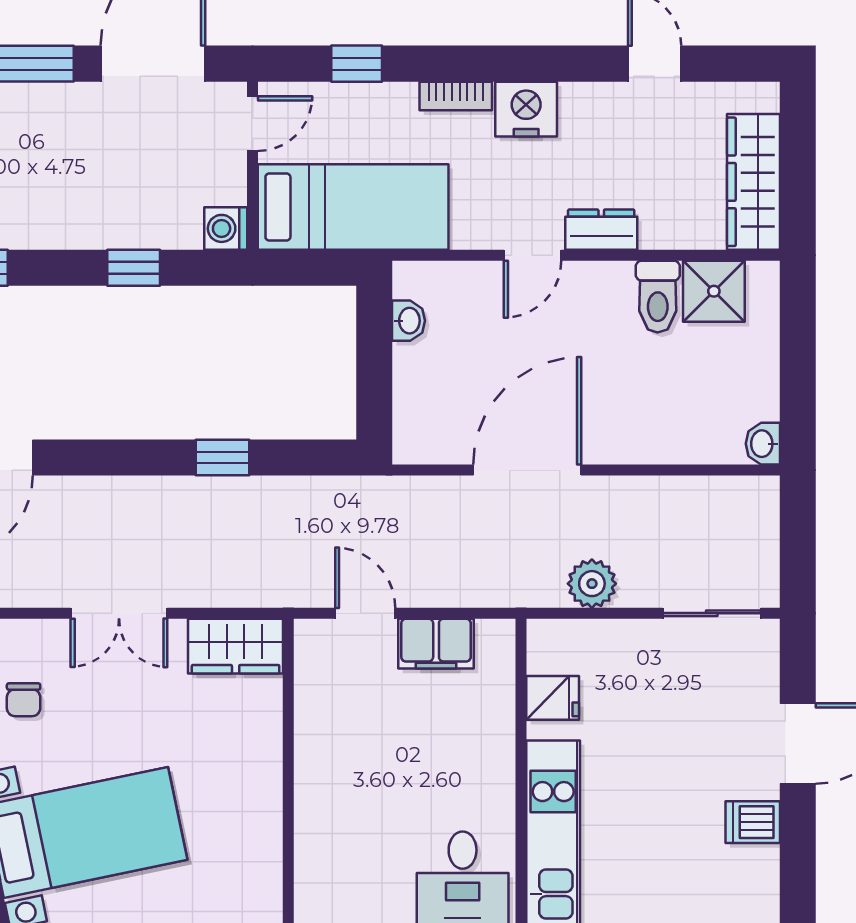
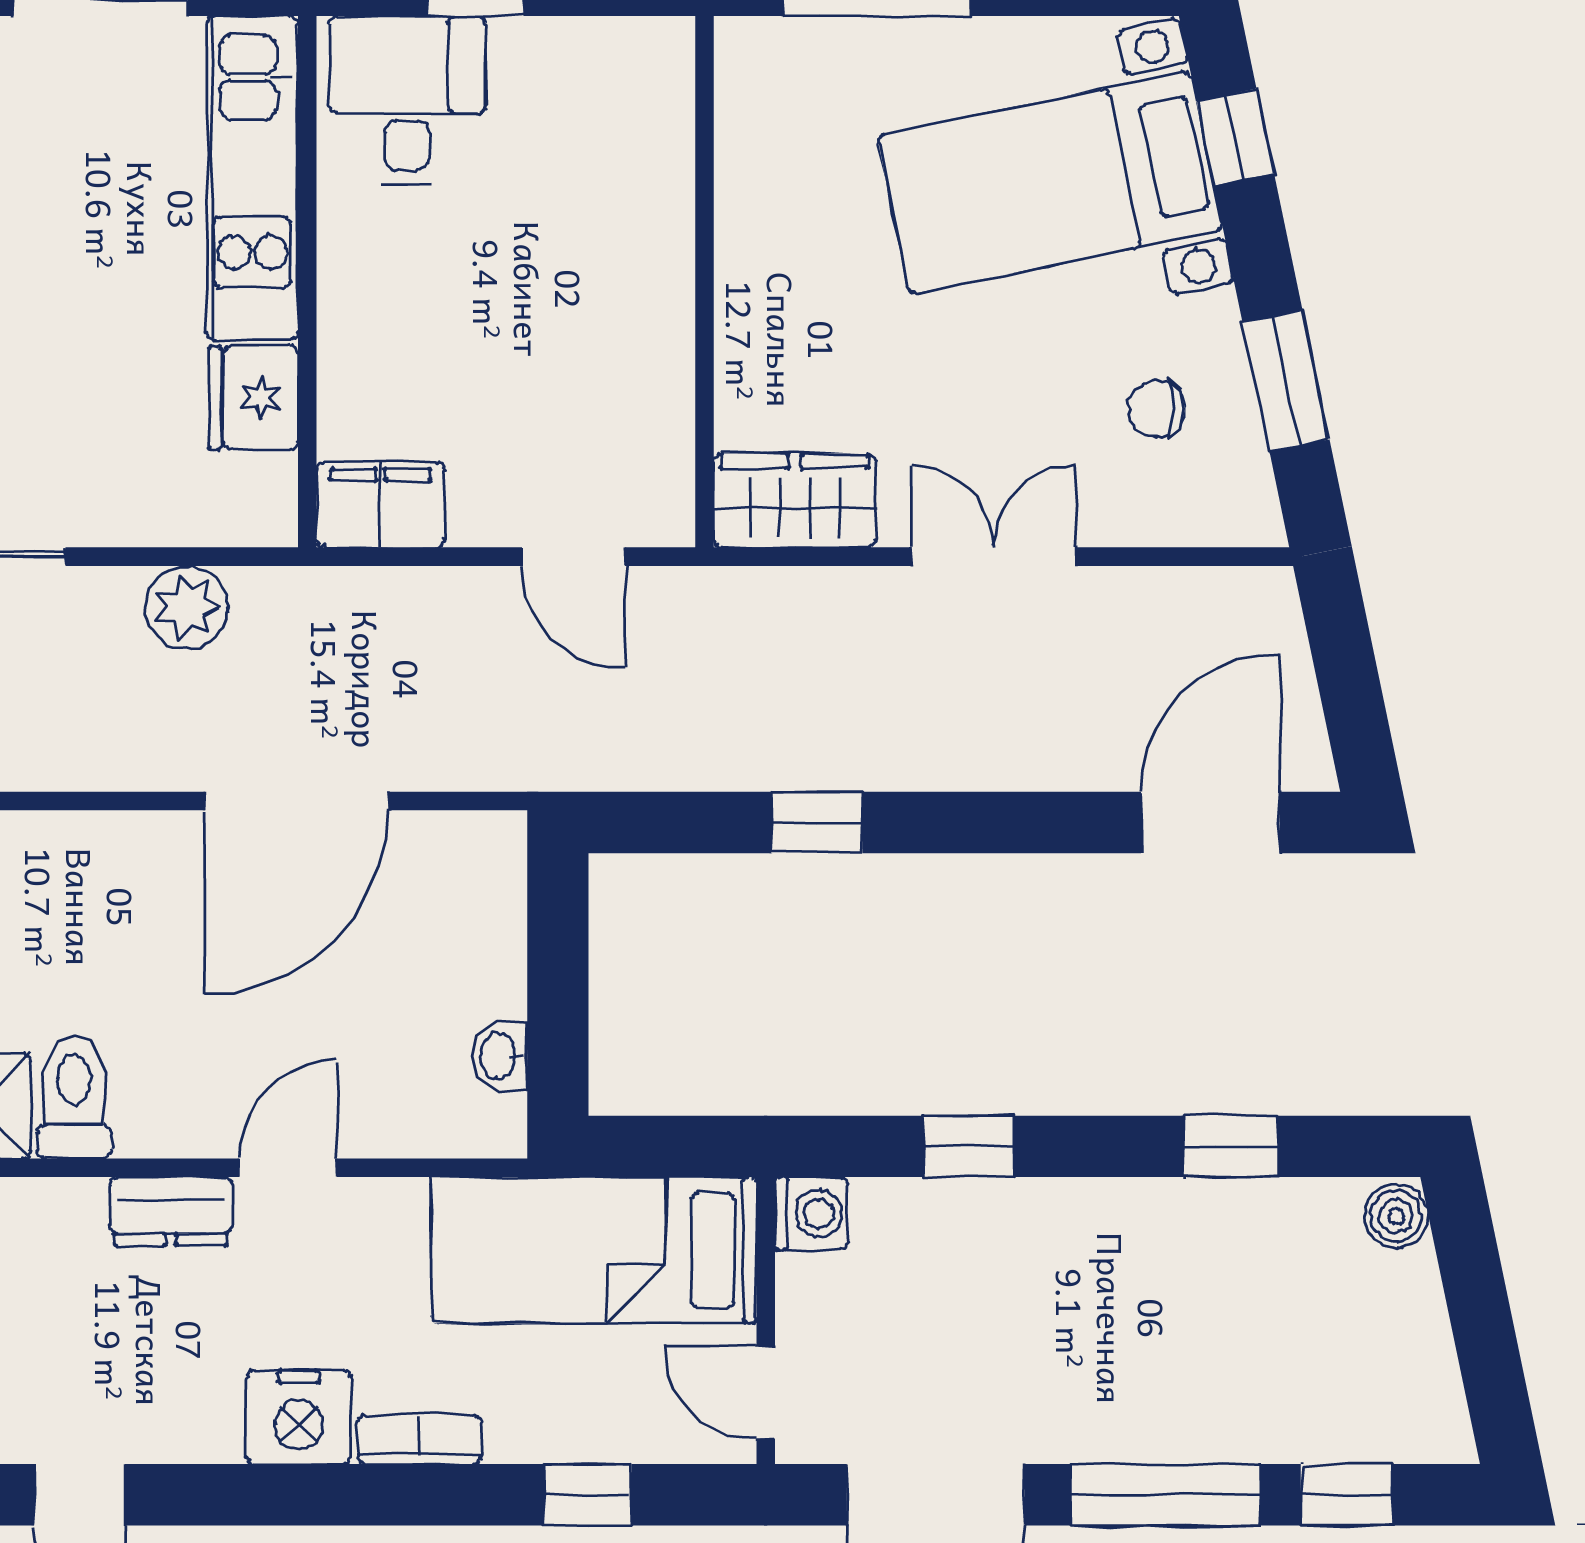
door: (253, 124) -> (766, 1392), hinge flipped
filing cabinet: (436, 644) -> (381, 505), moved
fridge: (553, 698) -> (253, 398), width x1.38
chair: (24, 700) -> (1156, 409), turned -90

